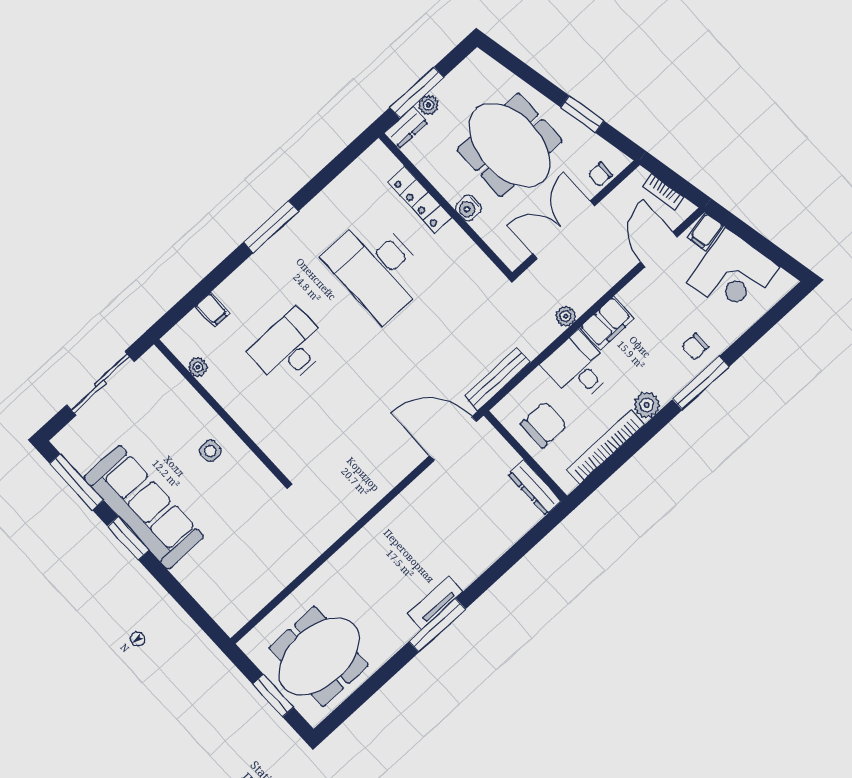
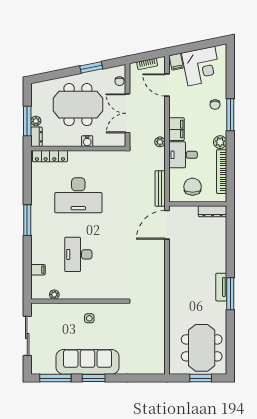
locker: (420, 200) -> (50, 156), moved

